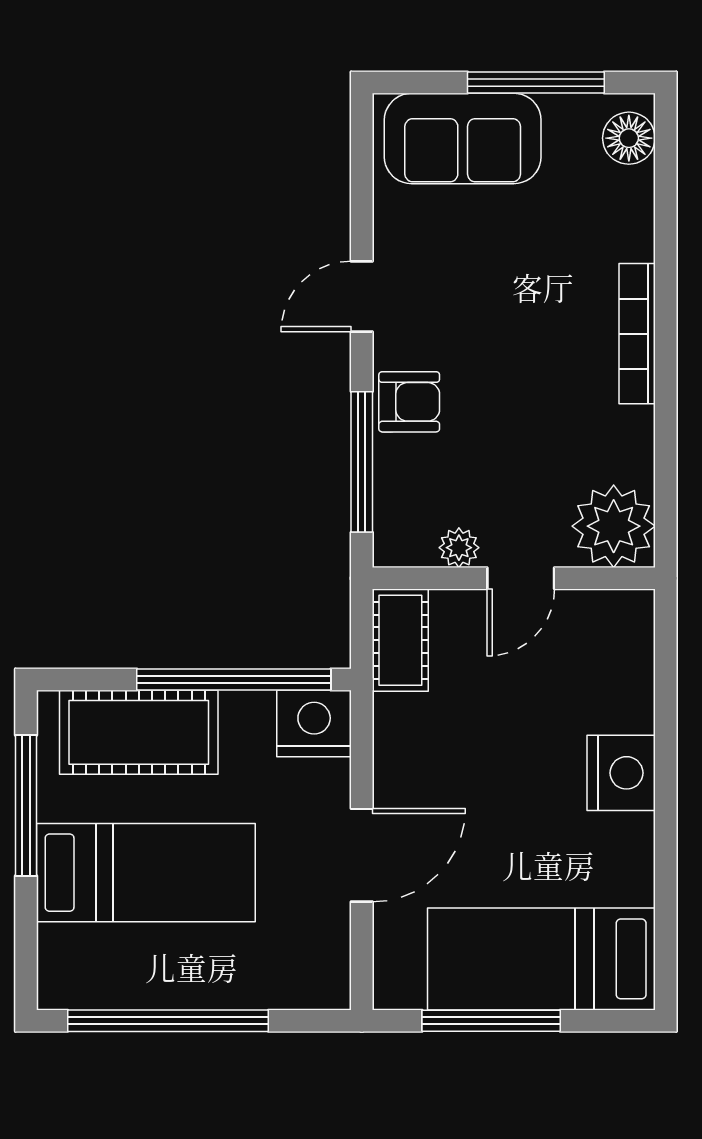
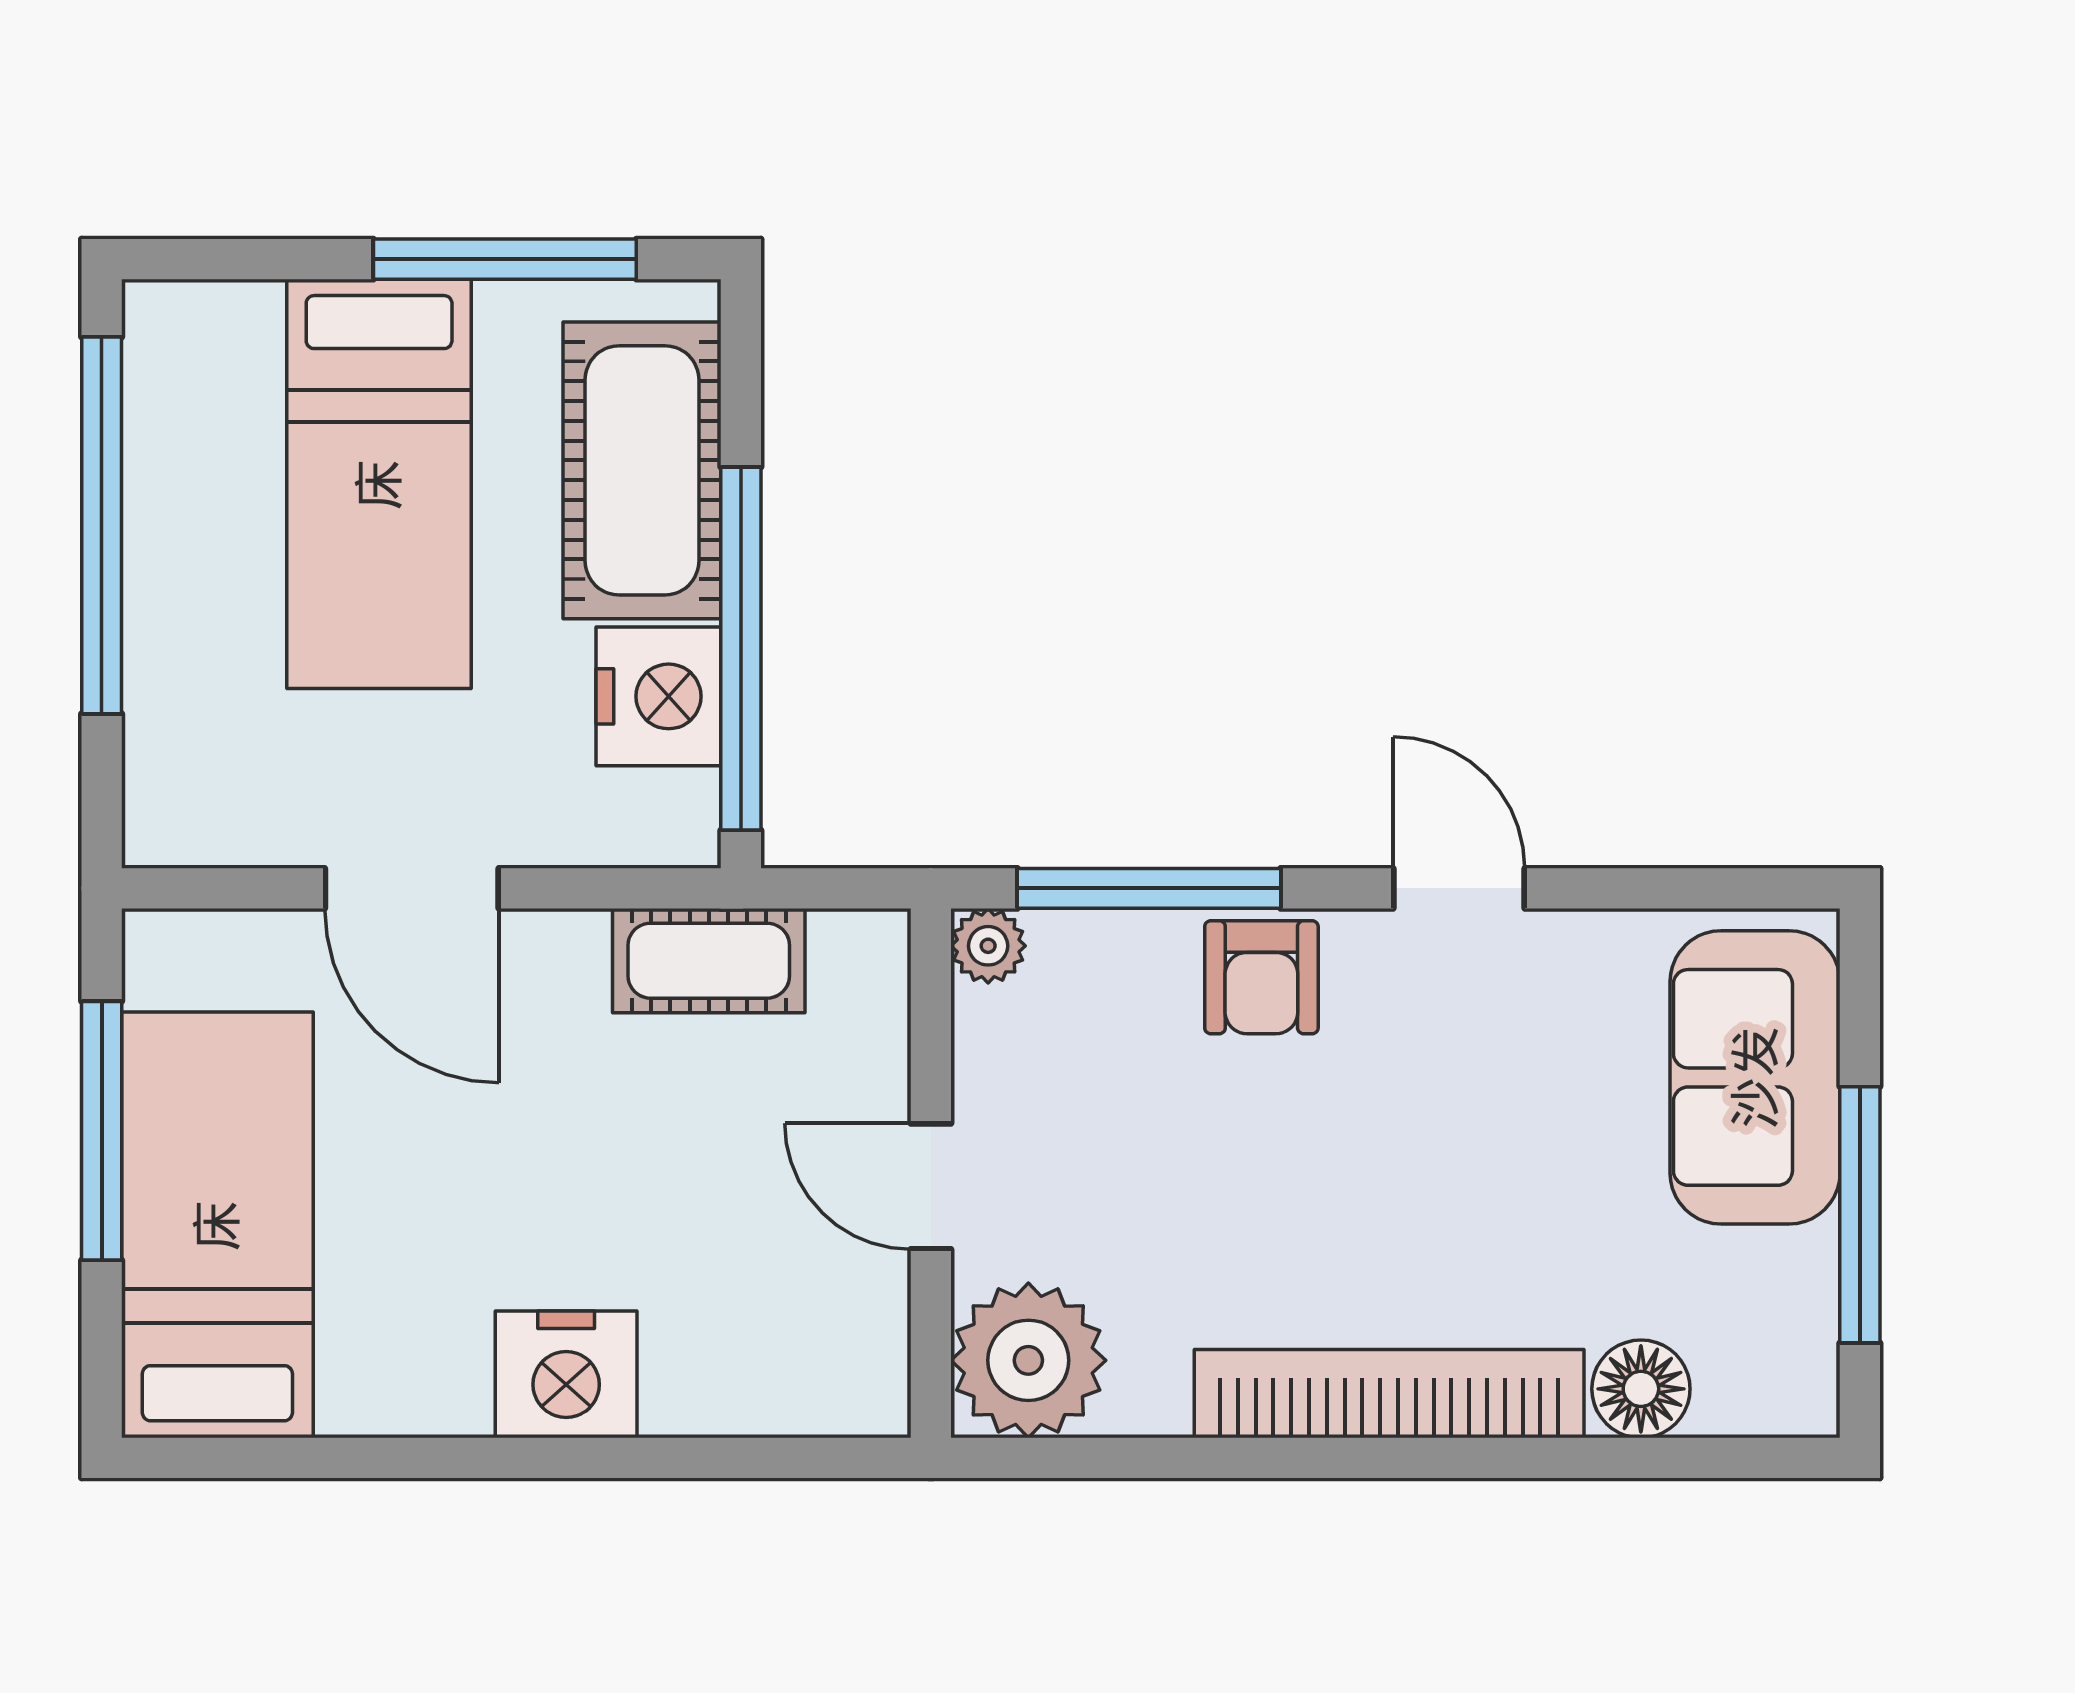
floor lamp: (629, 138) -> (1641, 1389), moved
bookcase: (637, 334) -> (1389, 1394), width x1.48, depth x1.31
plant: (459, 548) -> (988, 946), moved
cot: (400, 640) -> (709, 961), moved
nightstand: (314, 724) -> (659, 696), moved

